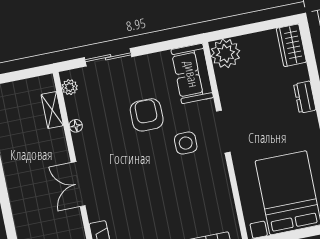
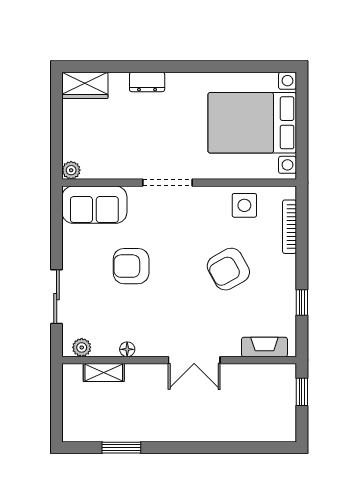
plant: (225, 53) -> (71, 170), width x0.53, depth x0.53
side table: (186, 143) -> (244, 205), moved
armchair: (161, 198) -> (228, 269), added

